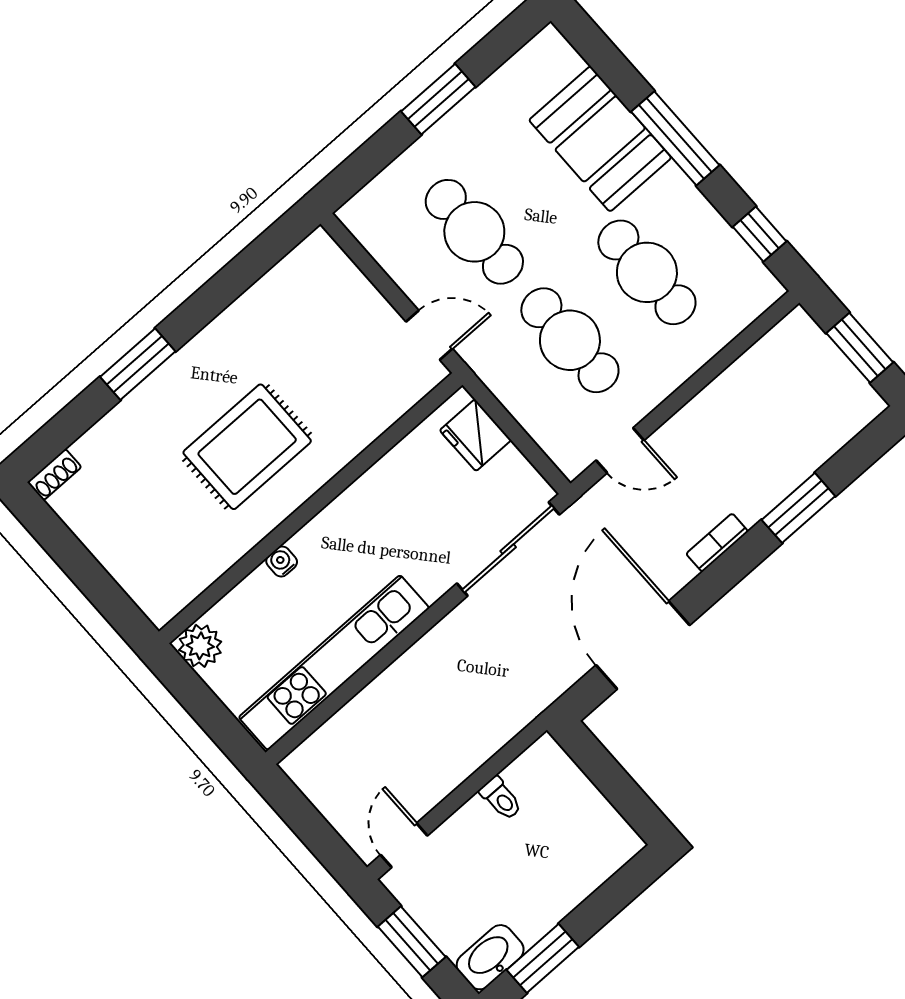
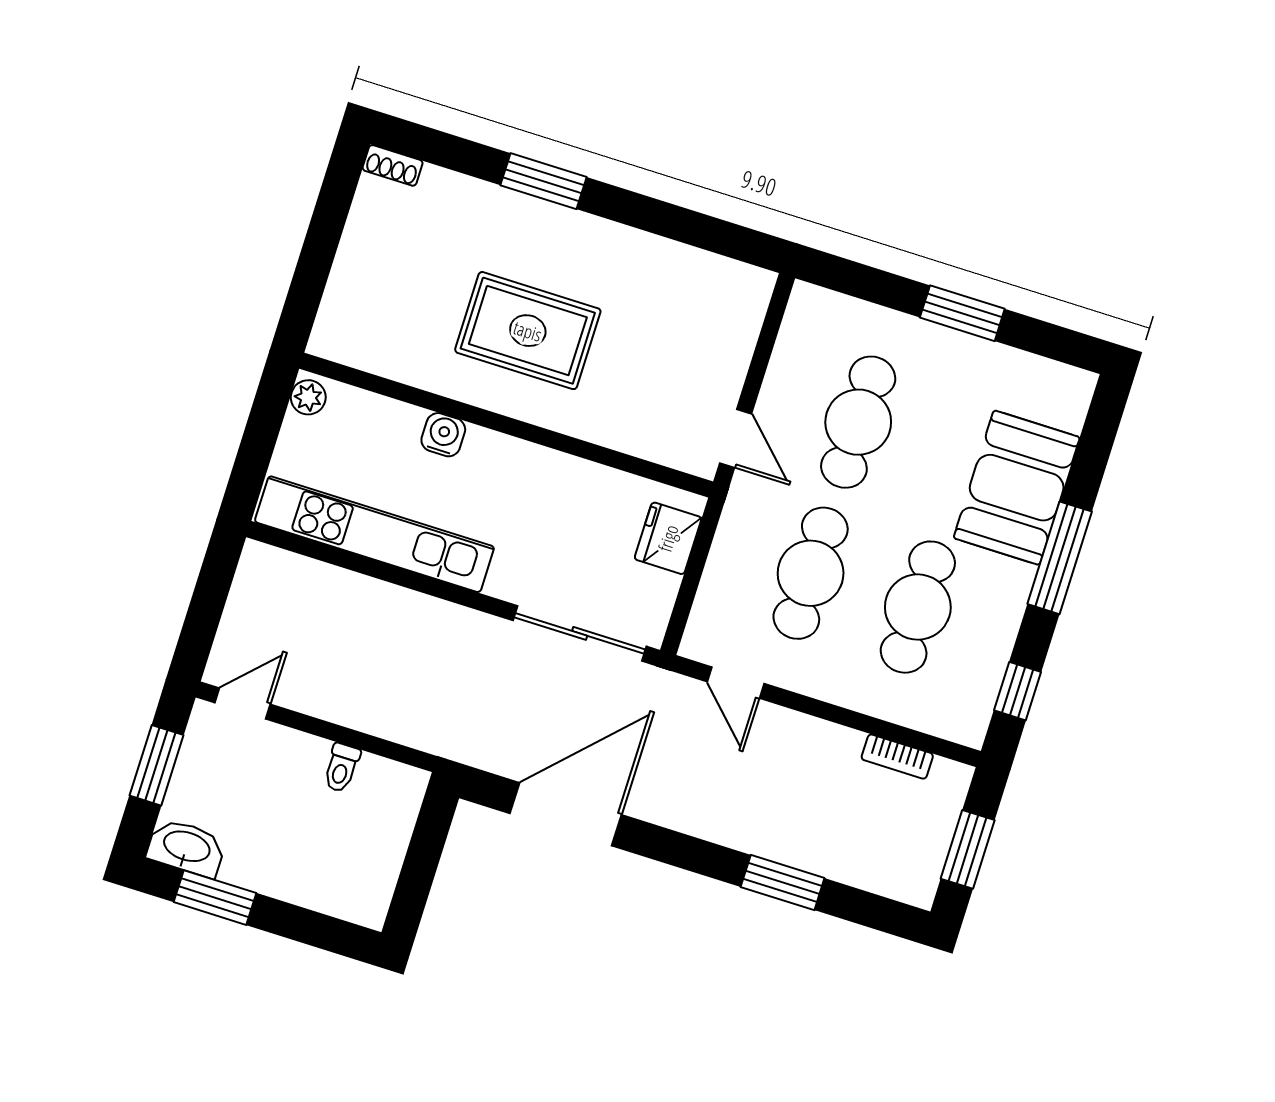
bookcase: (717, 543) -> (897, 757), moved, turned 180
water cooler: (282, 561) -> (443, 435), width x1.38, depth x1.38
plant: (200, 646) -> (308, 397), width x0.73, depth x0.73

